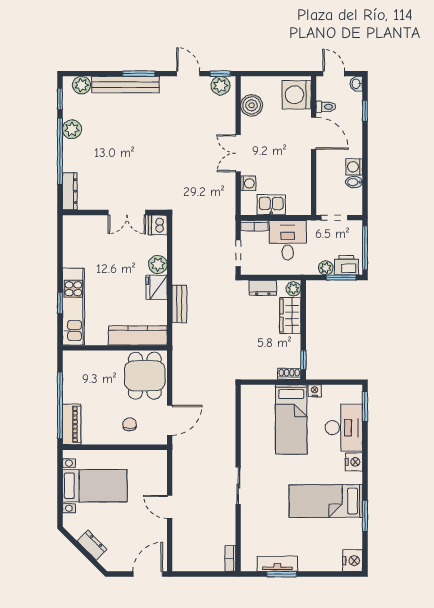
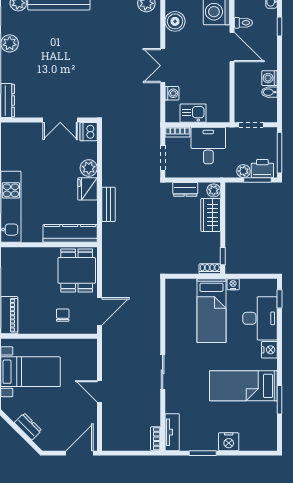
window: (365, 407) -> (279, 299), width x0.67
nightstand: (353, 561) -> (229, 442), moved, turned 90
tv unit: (277, 564) -> (172, 432), moved, turned 90

